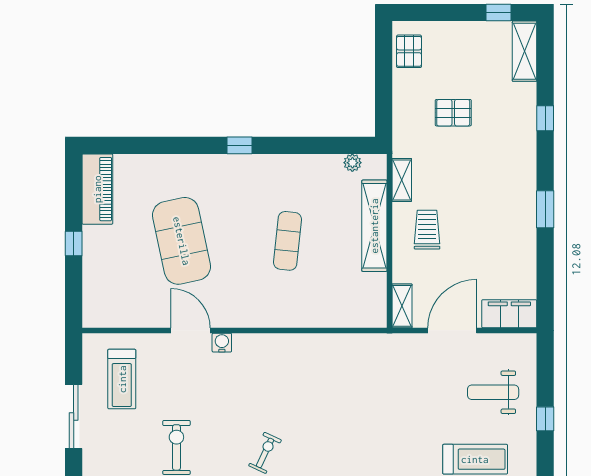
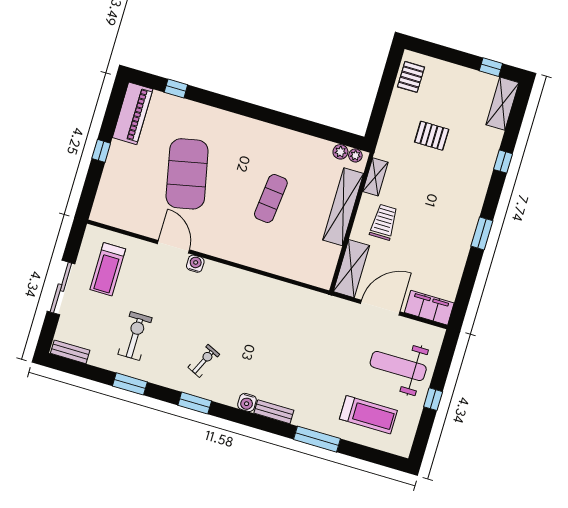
window: (240, 145) -> (176, 89), moved
plant: (371, 162) -> (355, 155), added
shelving: (402, 306) -> (351, 269), width x1.50, depth x1.33
weight bench: (493, 392) -> (398, 366), width x1.36, depth x1.33

